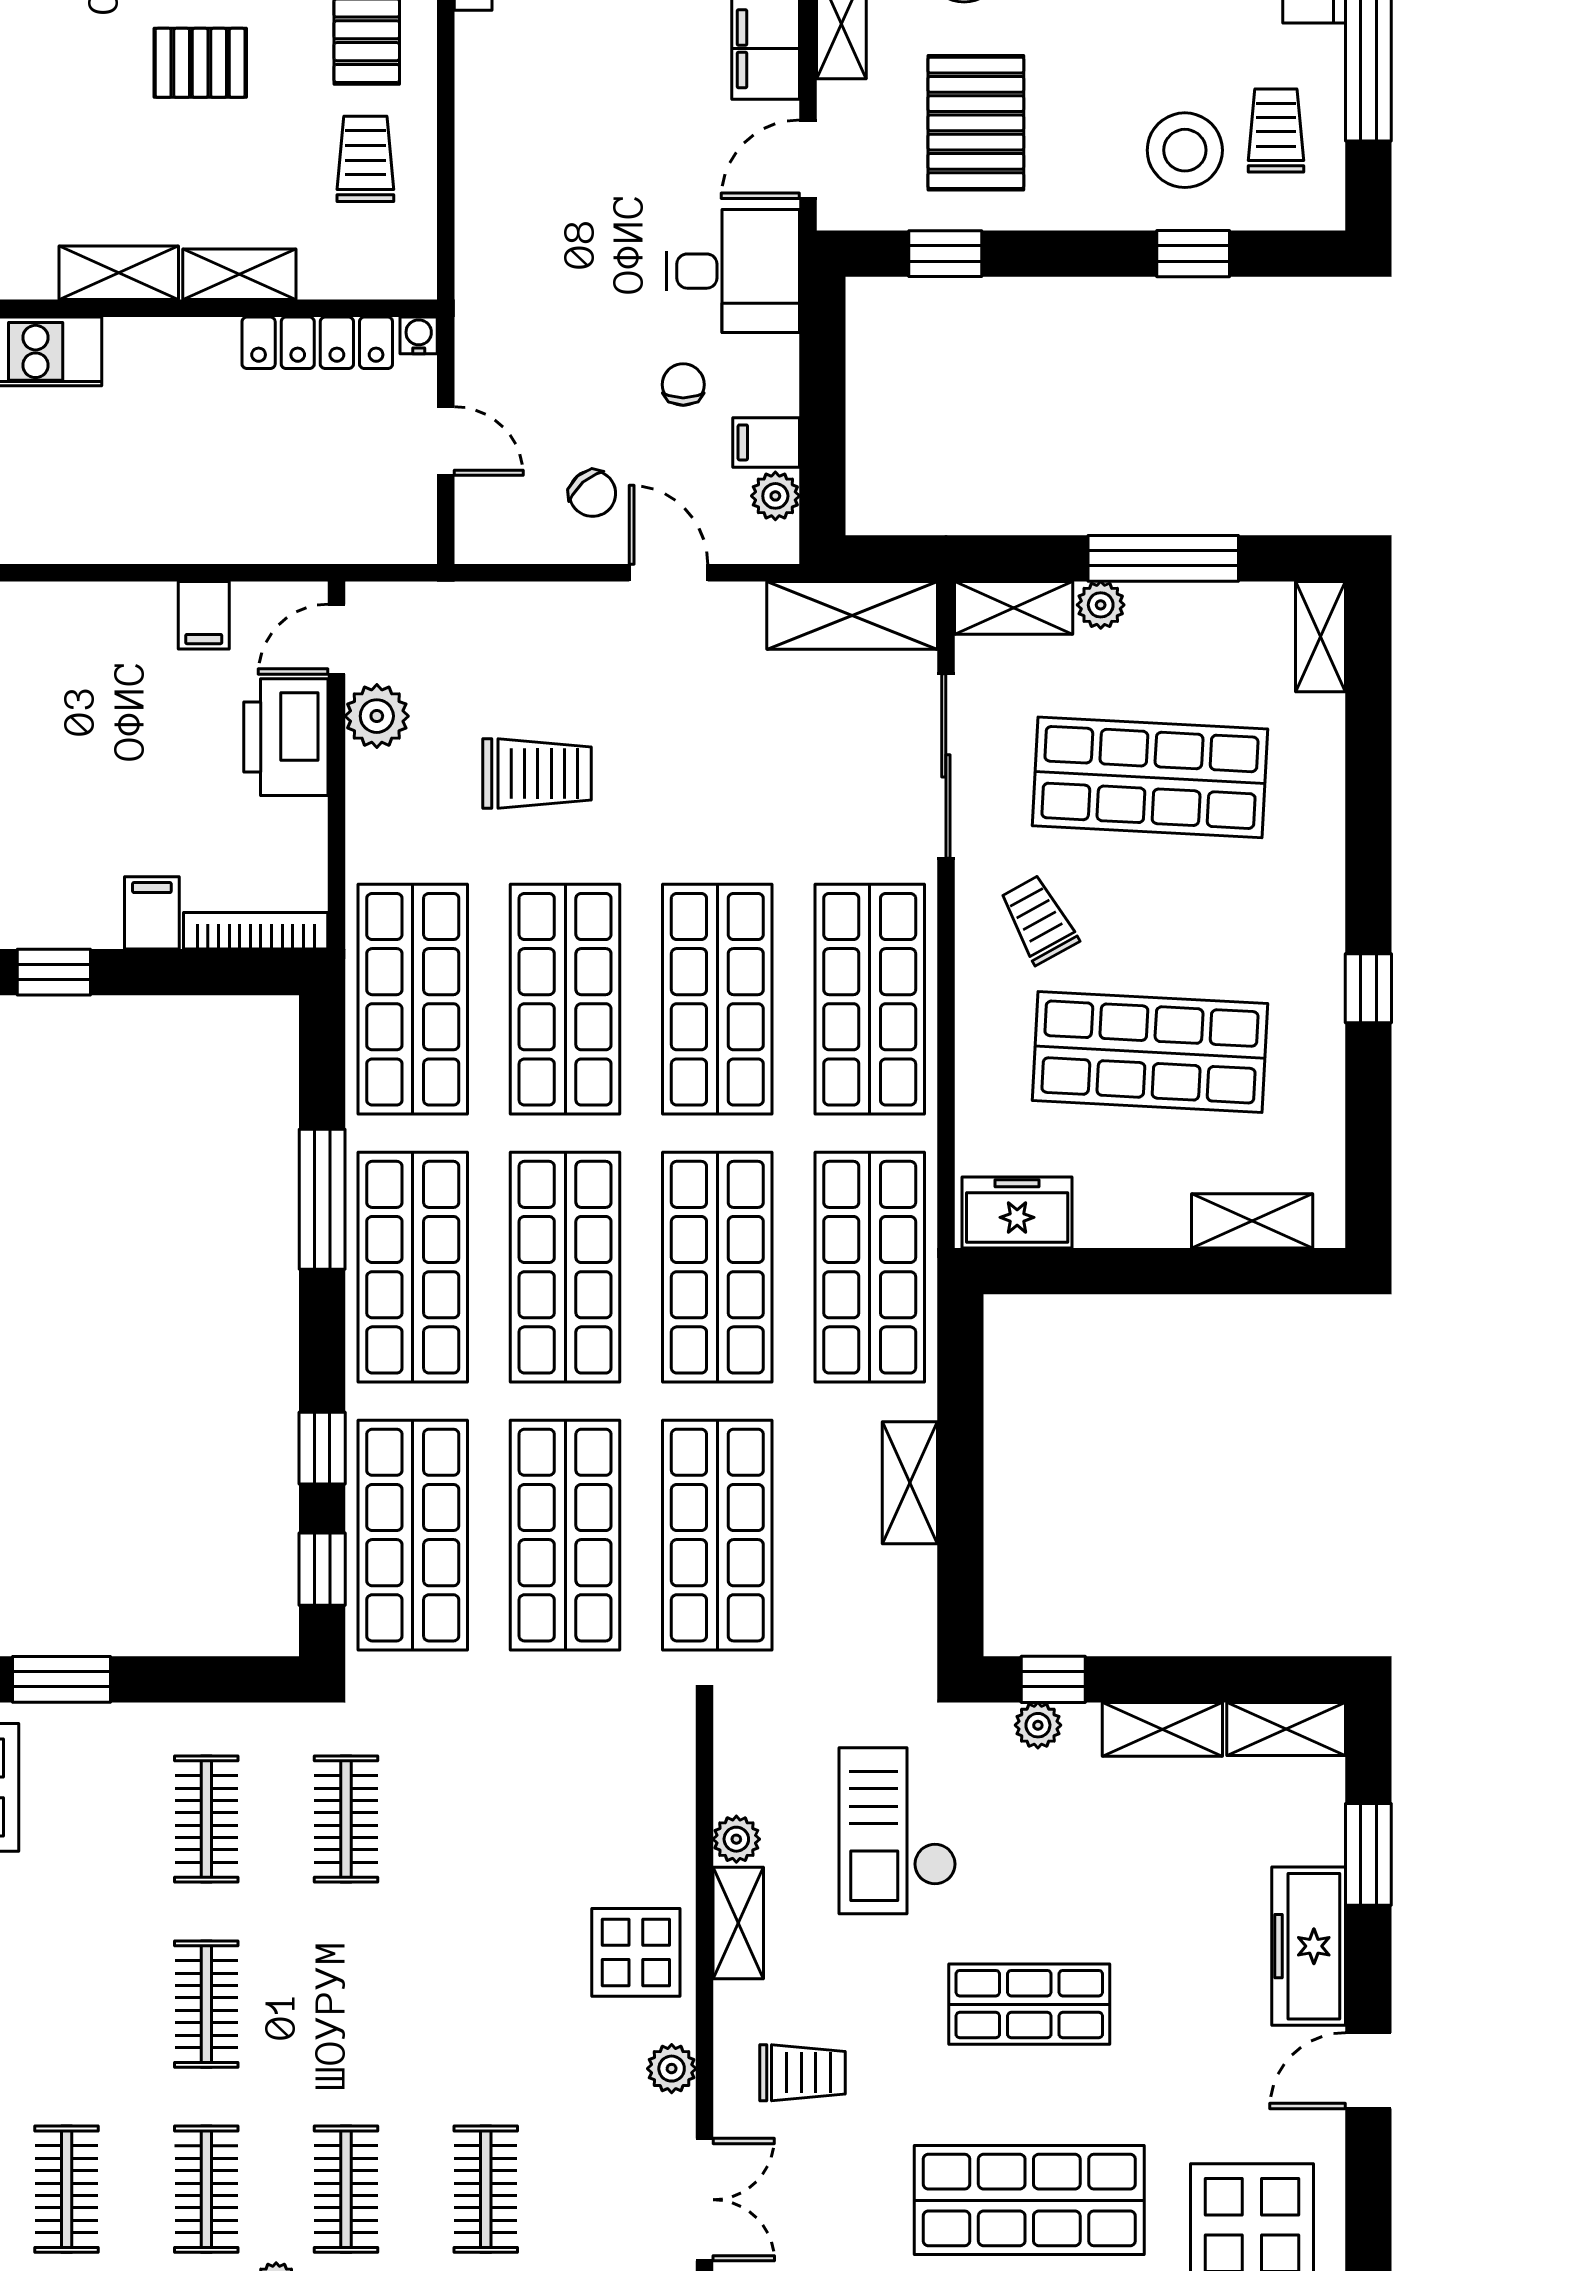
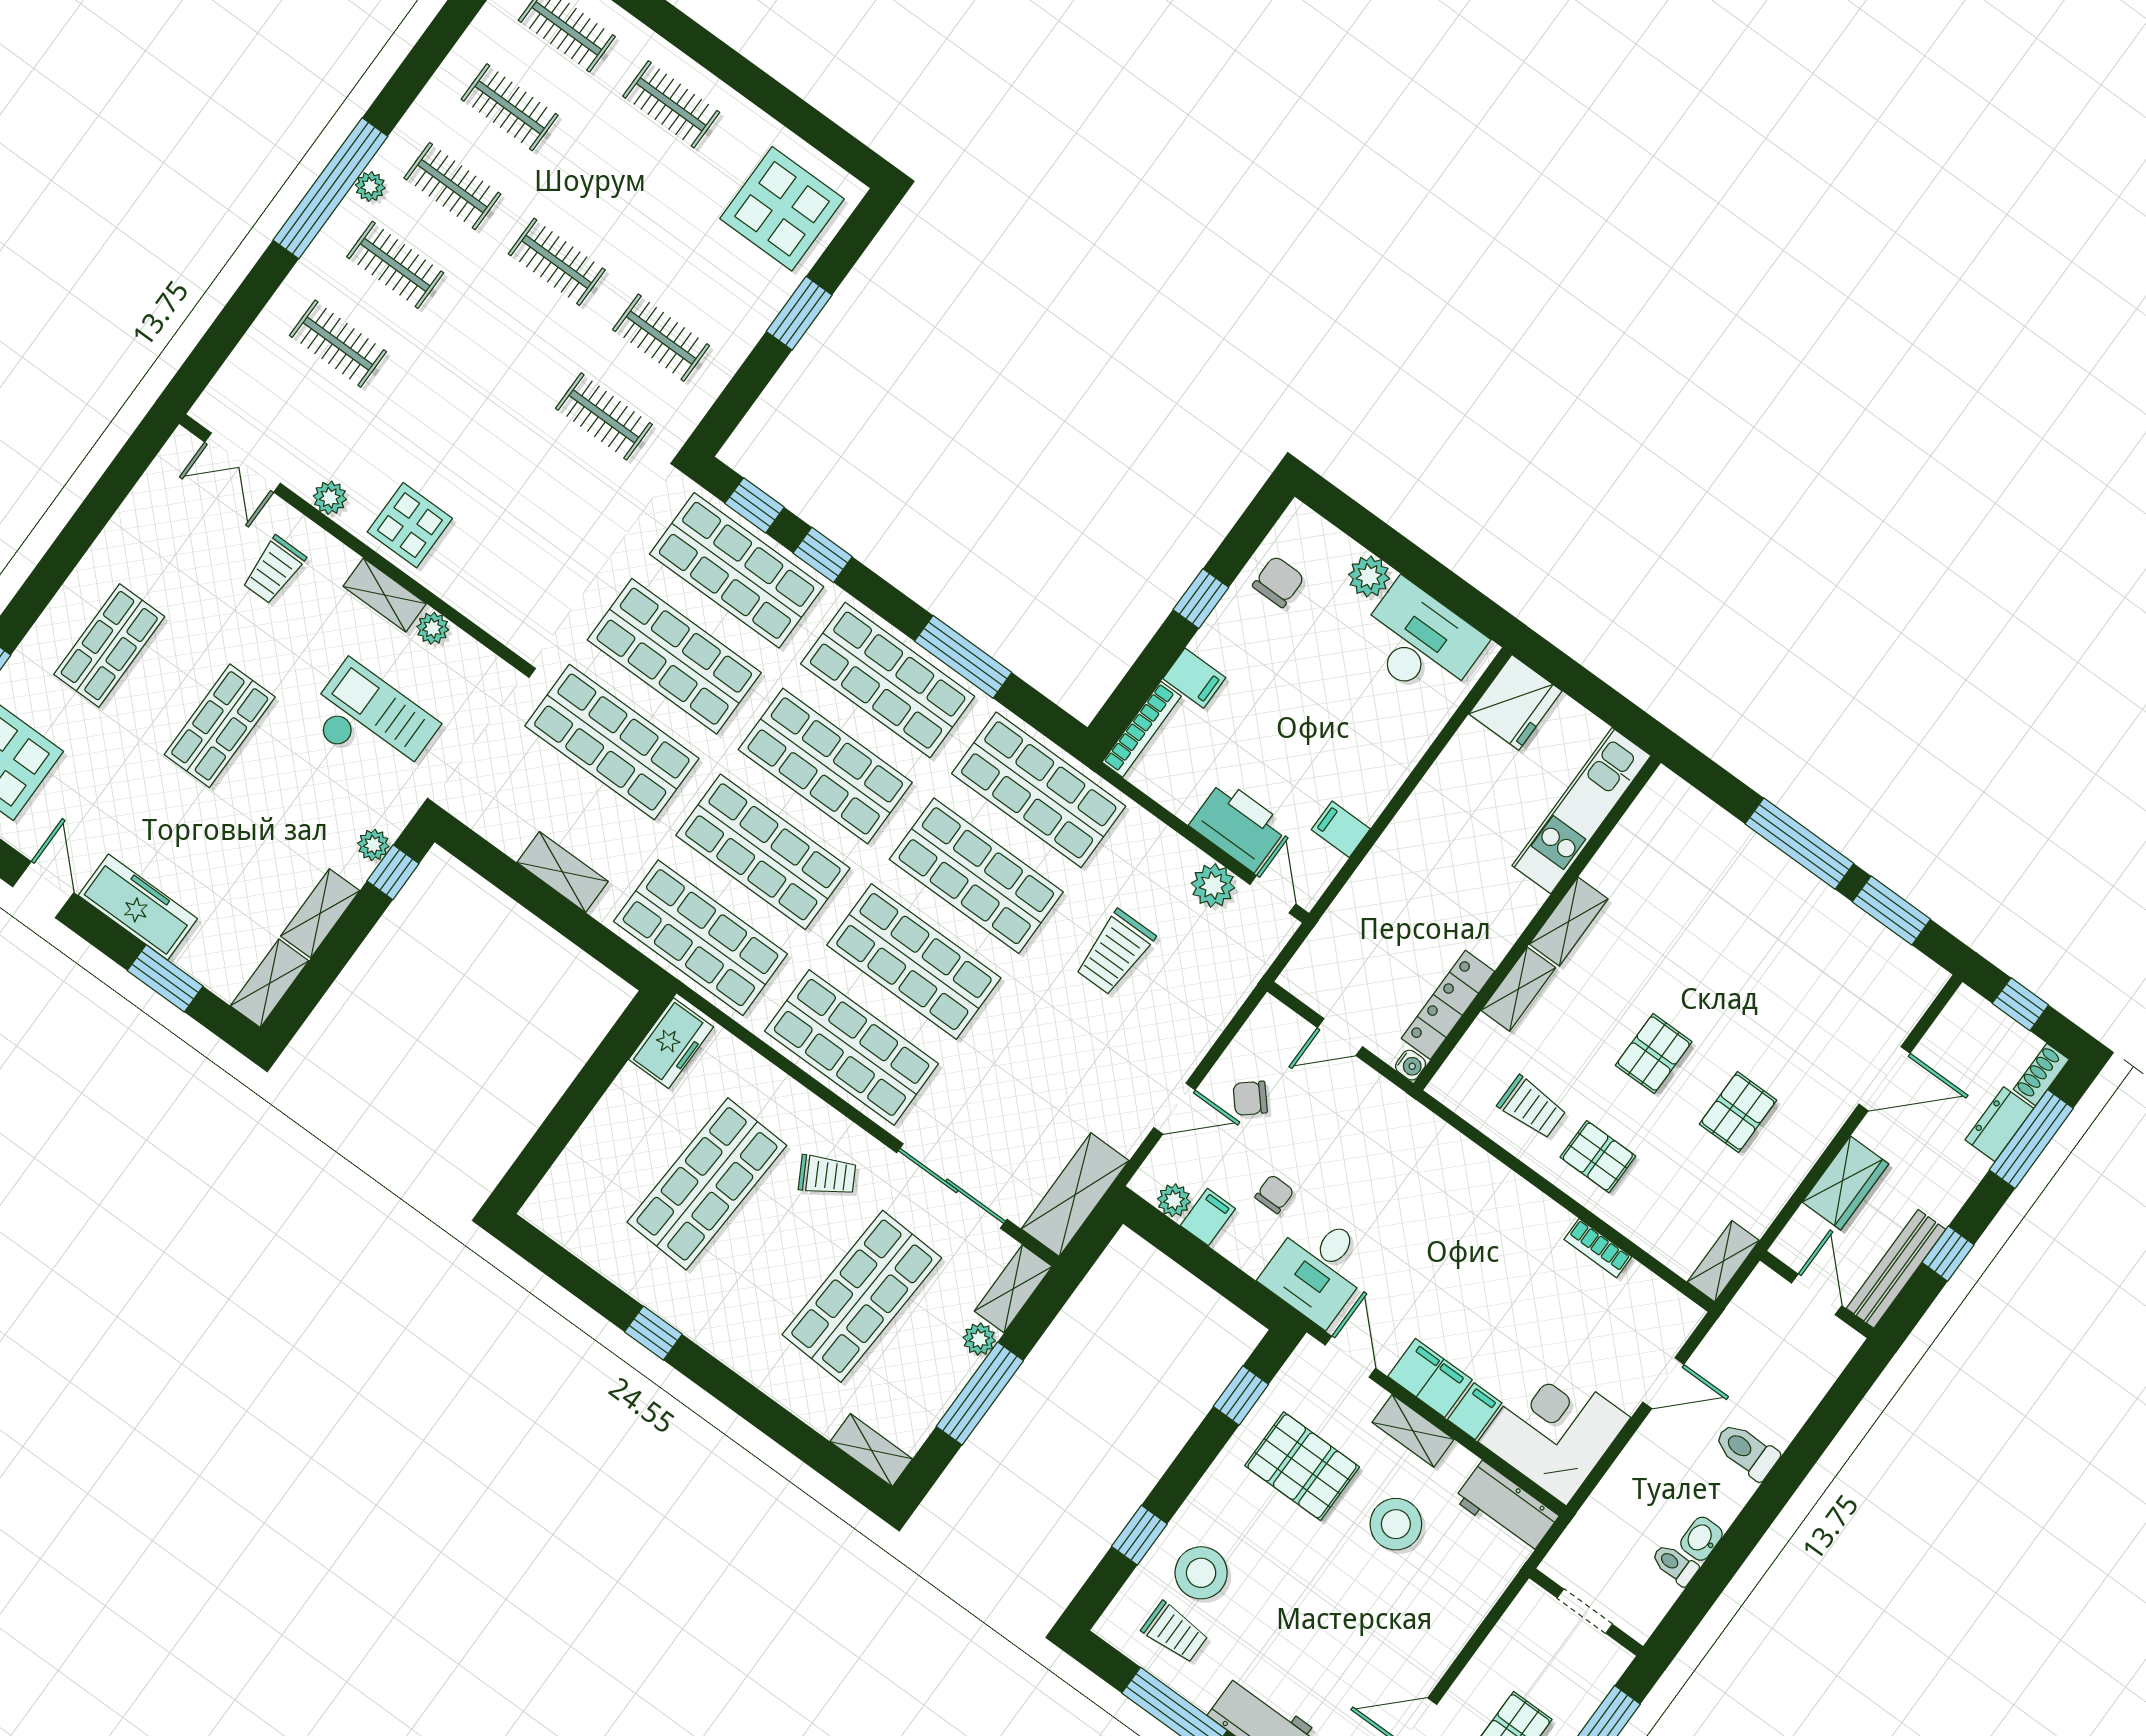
chair: (683, 385) -> (1274, 1194), turned -90
shelving: (1252, 1221) -> (570, 1172), removed
shop shelf: (1029, 2200) -> (109, 646), width x0.70, depth x0.74

